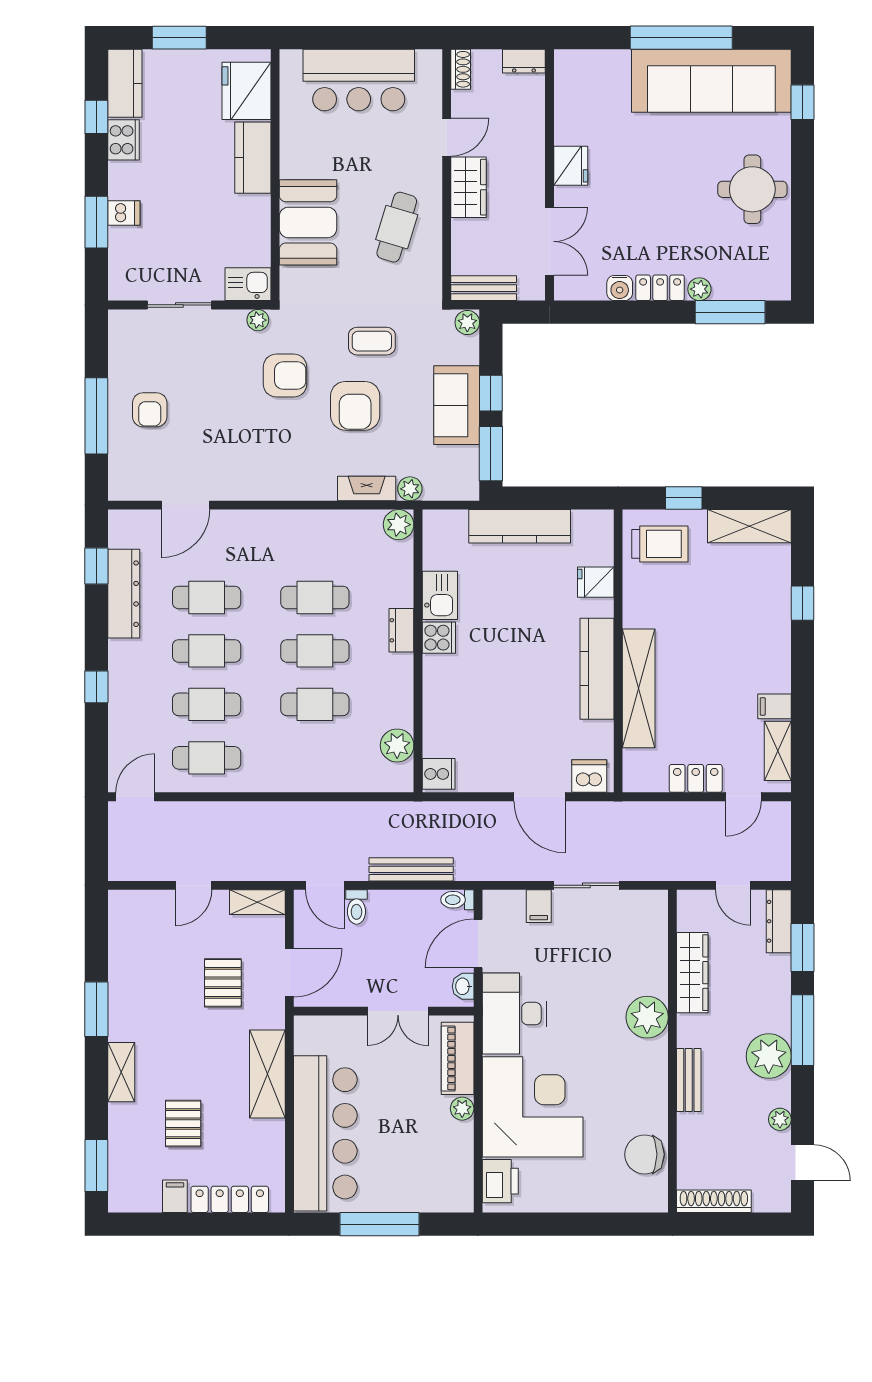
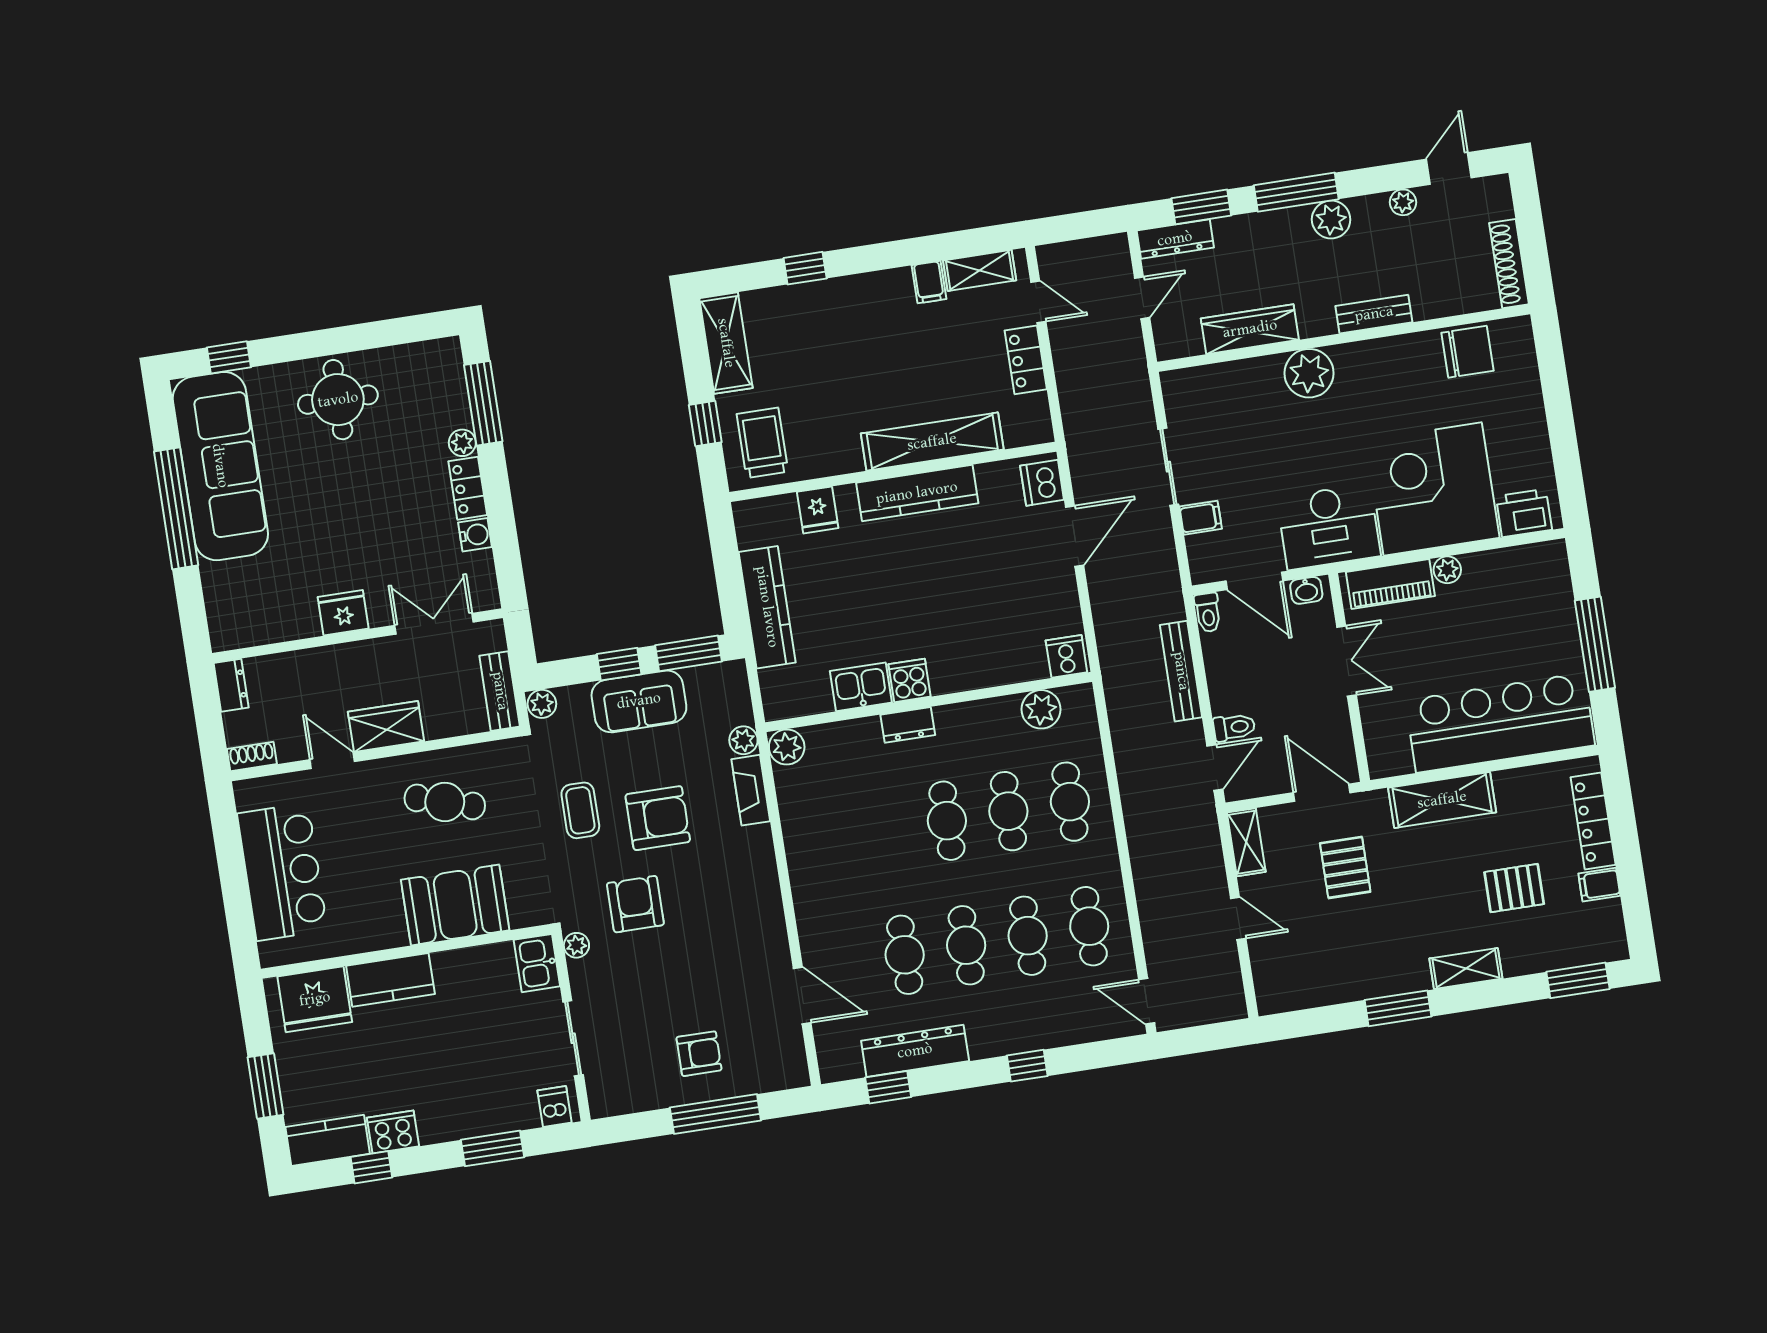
dishwasher: (124, 213) -> (554, 1107), moved
cafe table: (315, 597) -> (1070, 802), moved
pallet: (223, 983) -> (1345, 867), turned 90
plant: (769, 1056) -> (1331, 220), width x0.73, depth x0.73
chair: (645, 1154) -> (1467, 352), turned -90

